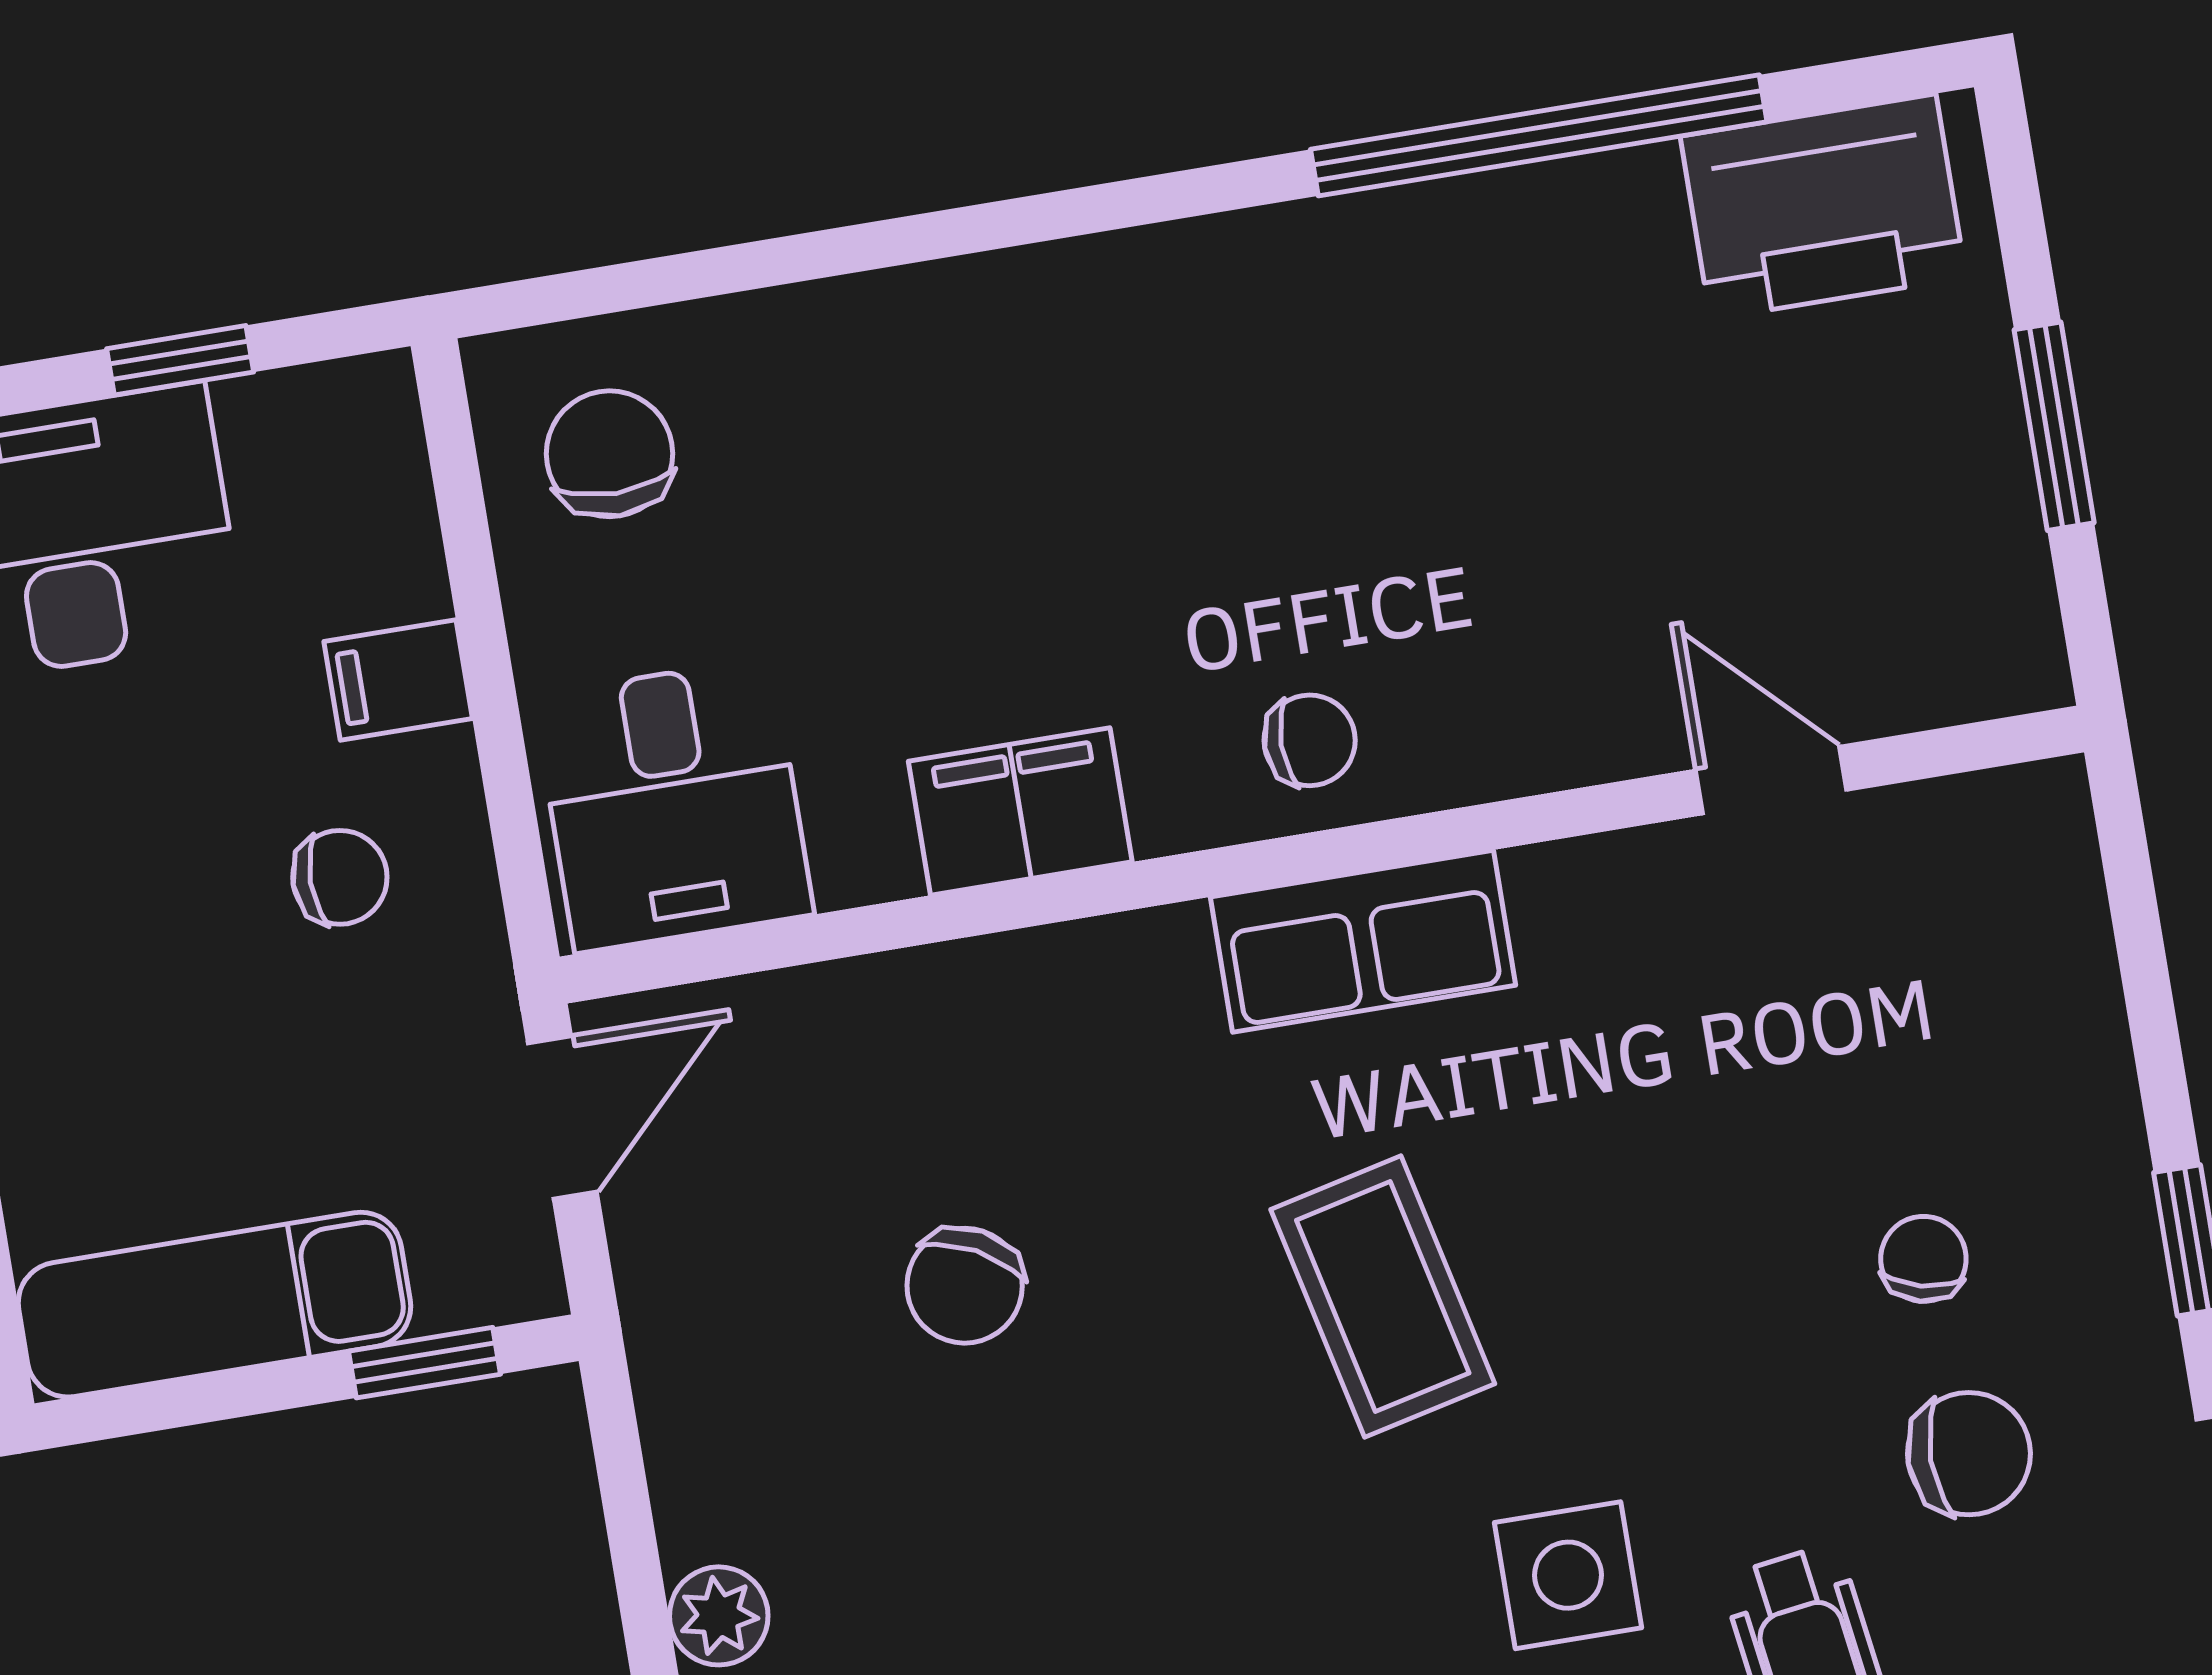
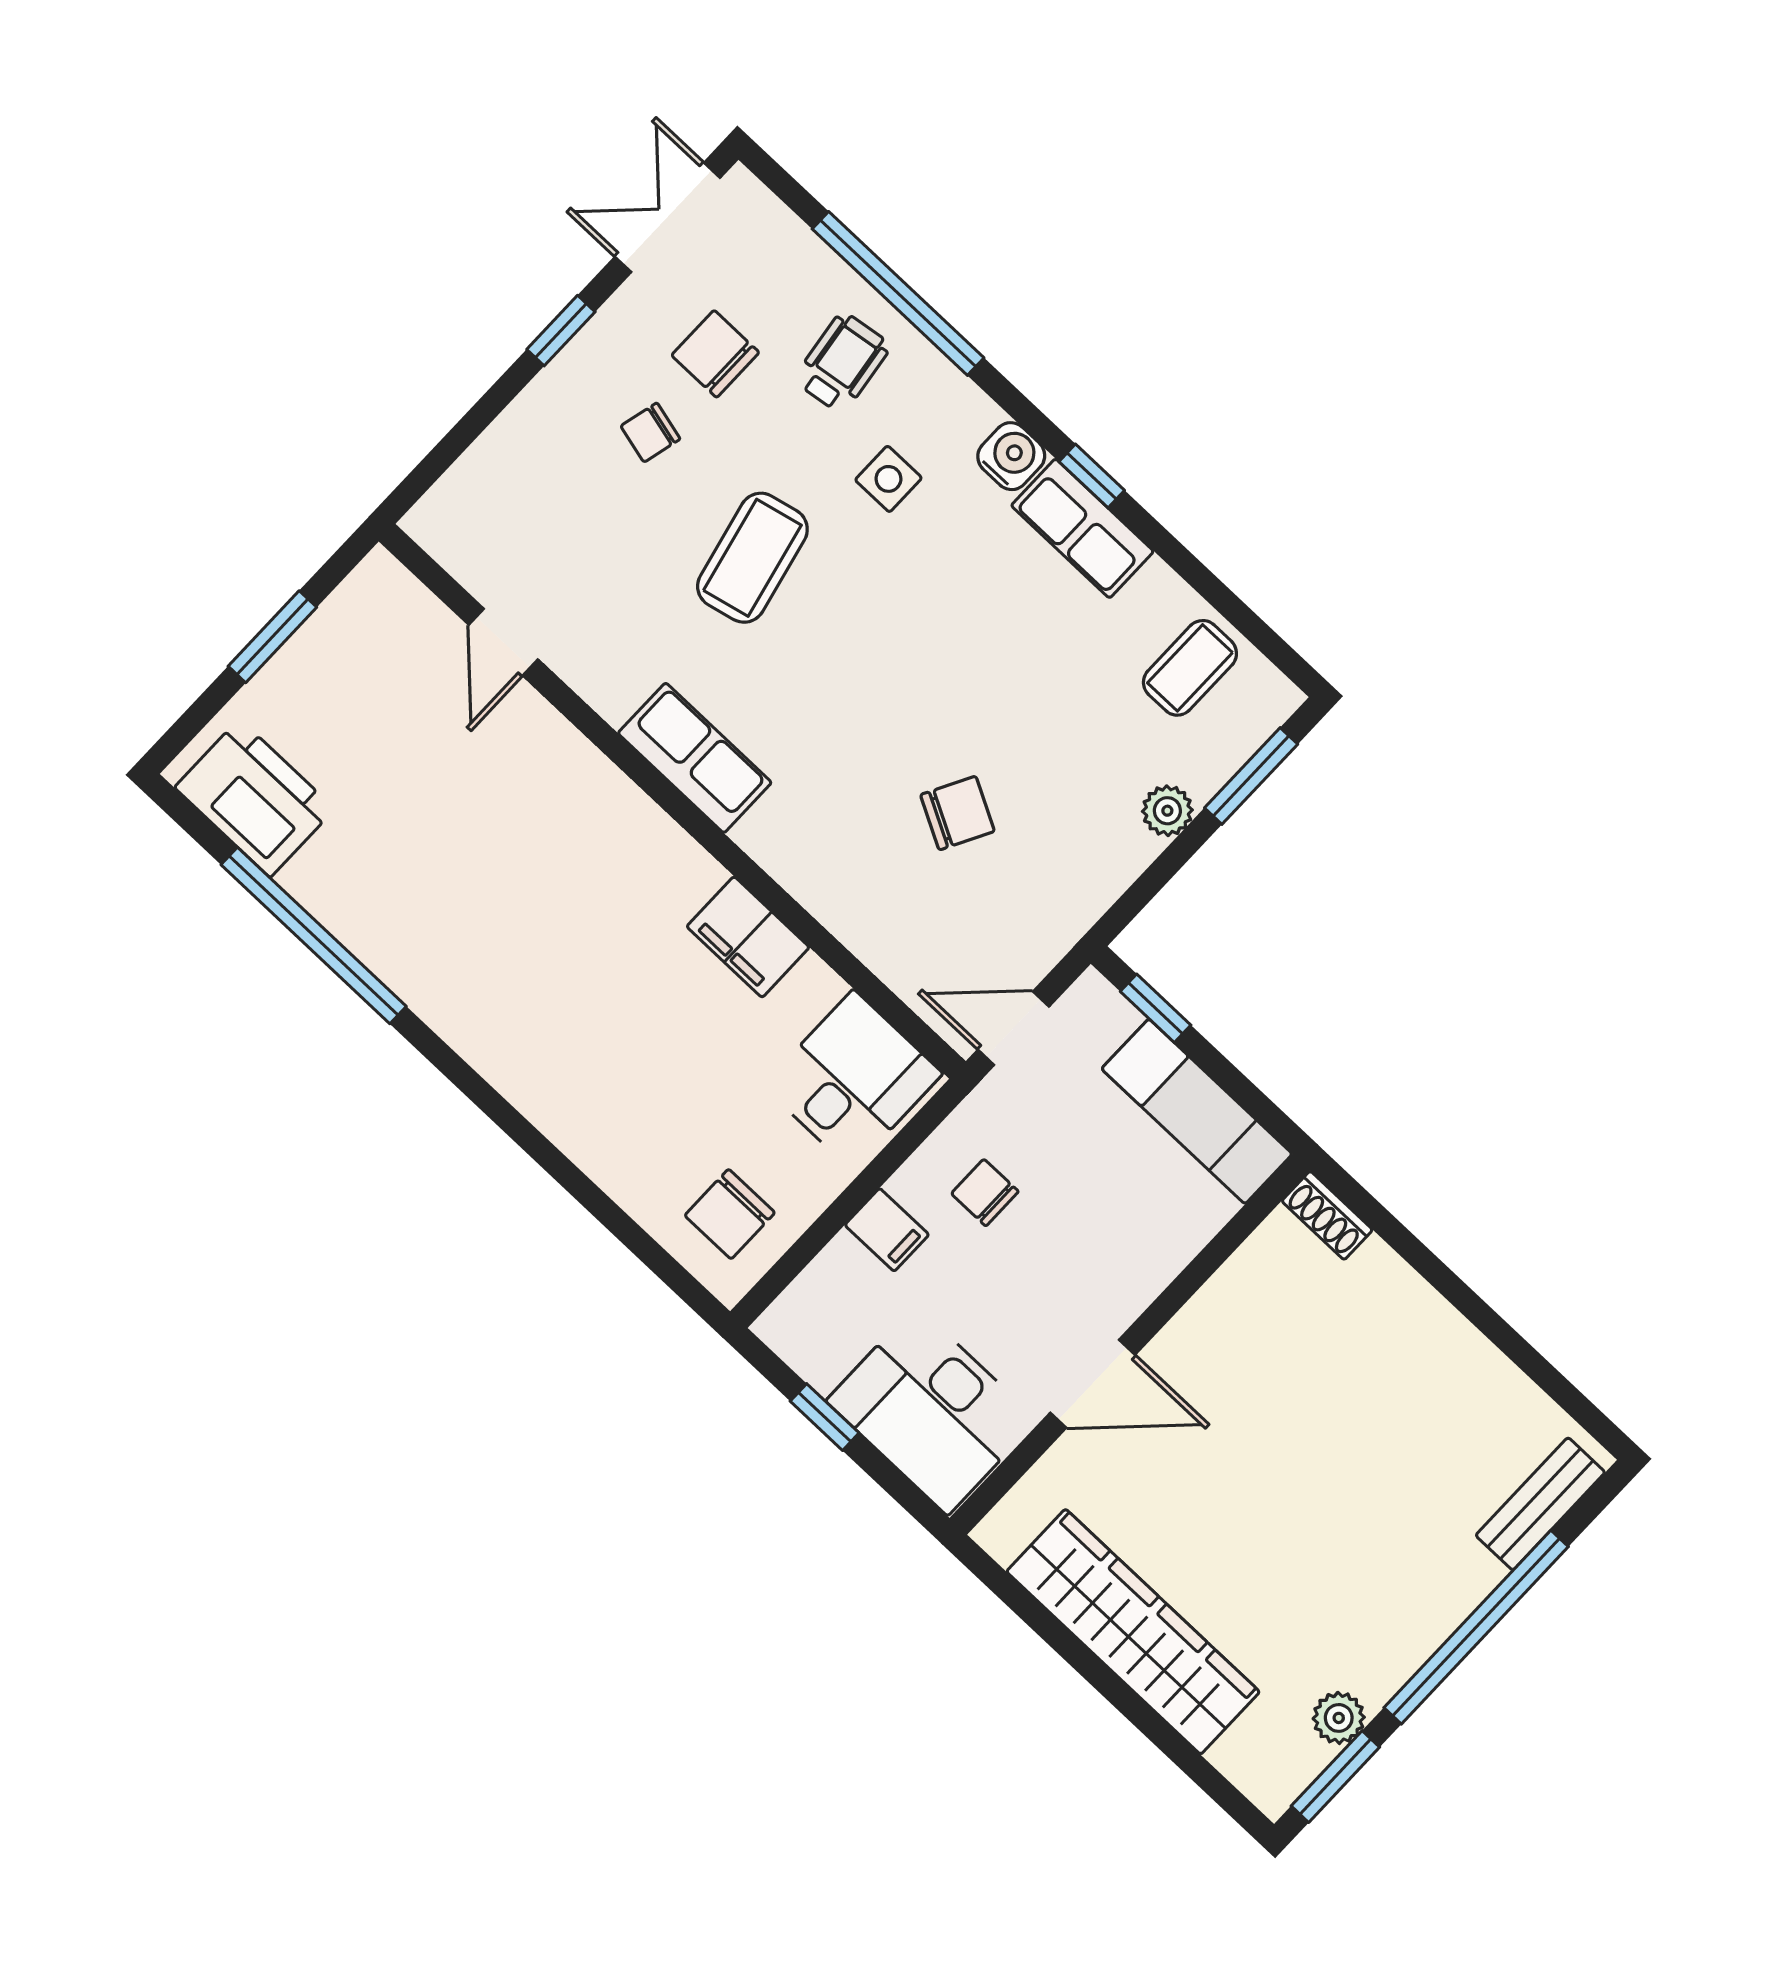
chair: (1310, 740) -> (630, 842), removed
coffee table: (1383, 1297) -> (752, 558), moved
side table: (1568, 1575) -> (888, 479), width x0.73, depth x0.73

